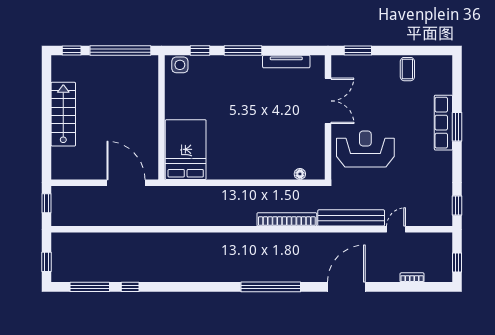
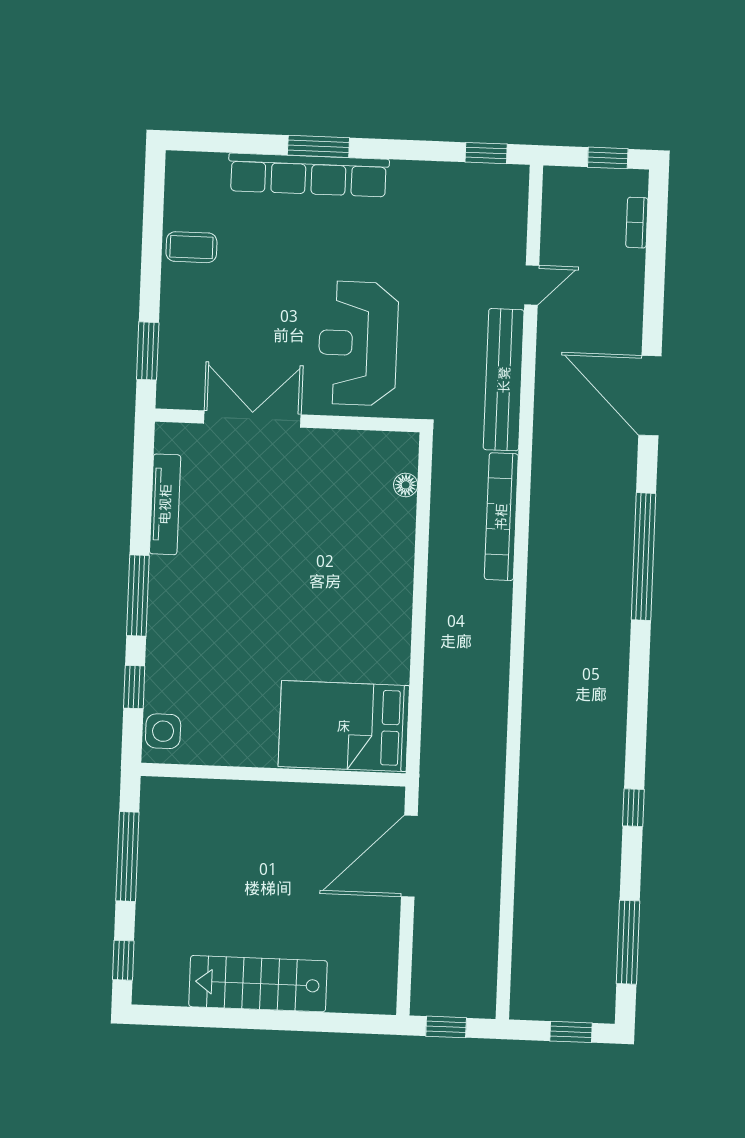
window: (120, 51) -> (127, 857), width x0.68
row of seats: (443, 123) -> (309, 175), width x1.36
door: (396, 229) -> (532, 285), swing flipped
bookcase: (412, 277) -> (637, 223), moved
window: (130, 287) -> (633, 808), moved

